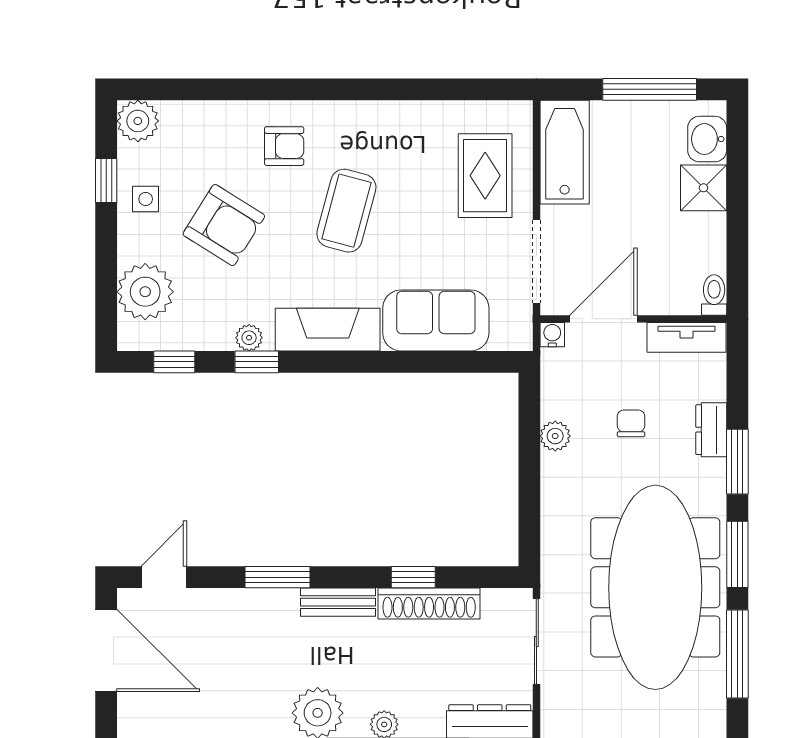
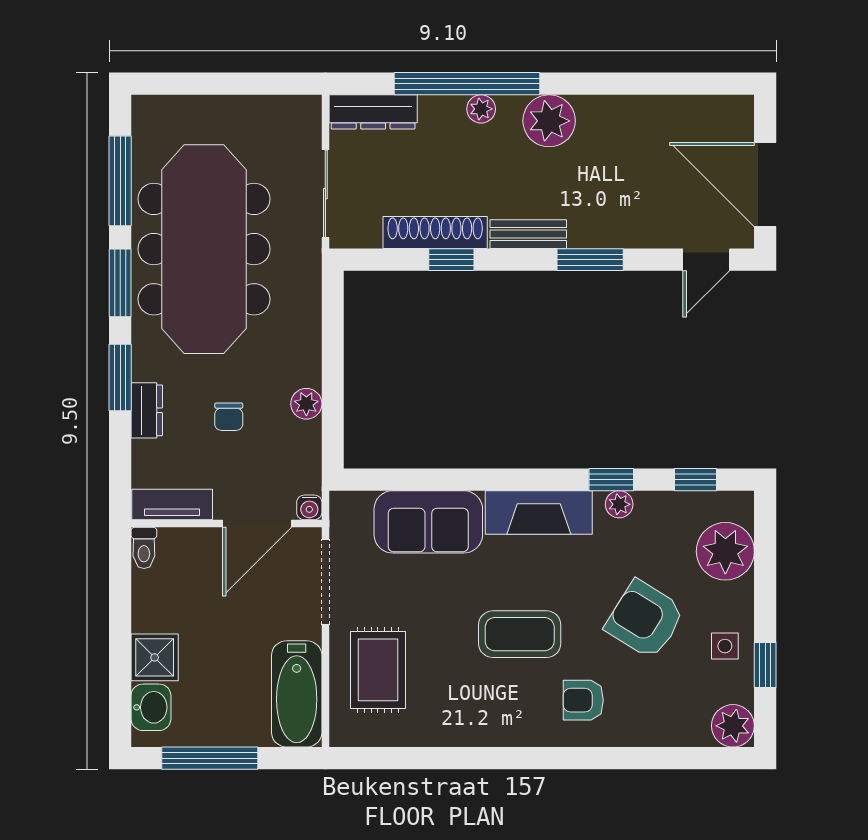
coffee table: (346, 211) -> (520, 634), turned 75

